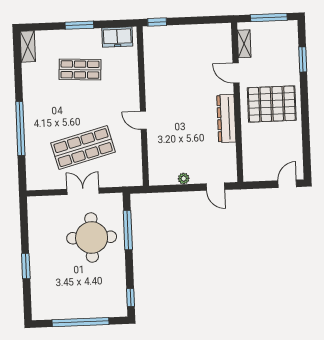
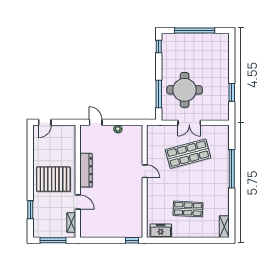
window: (79, 25) -> (187, 240), removed
window: (26, 266) -> (232, 92), moved

